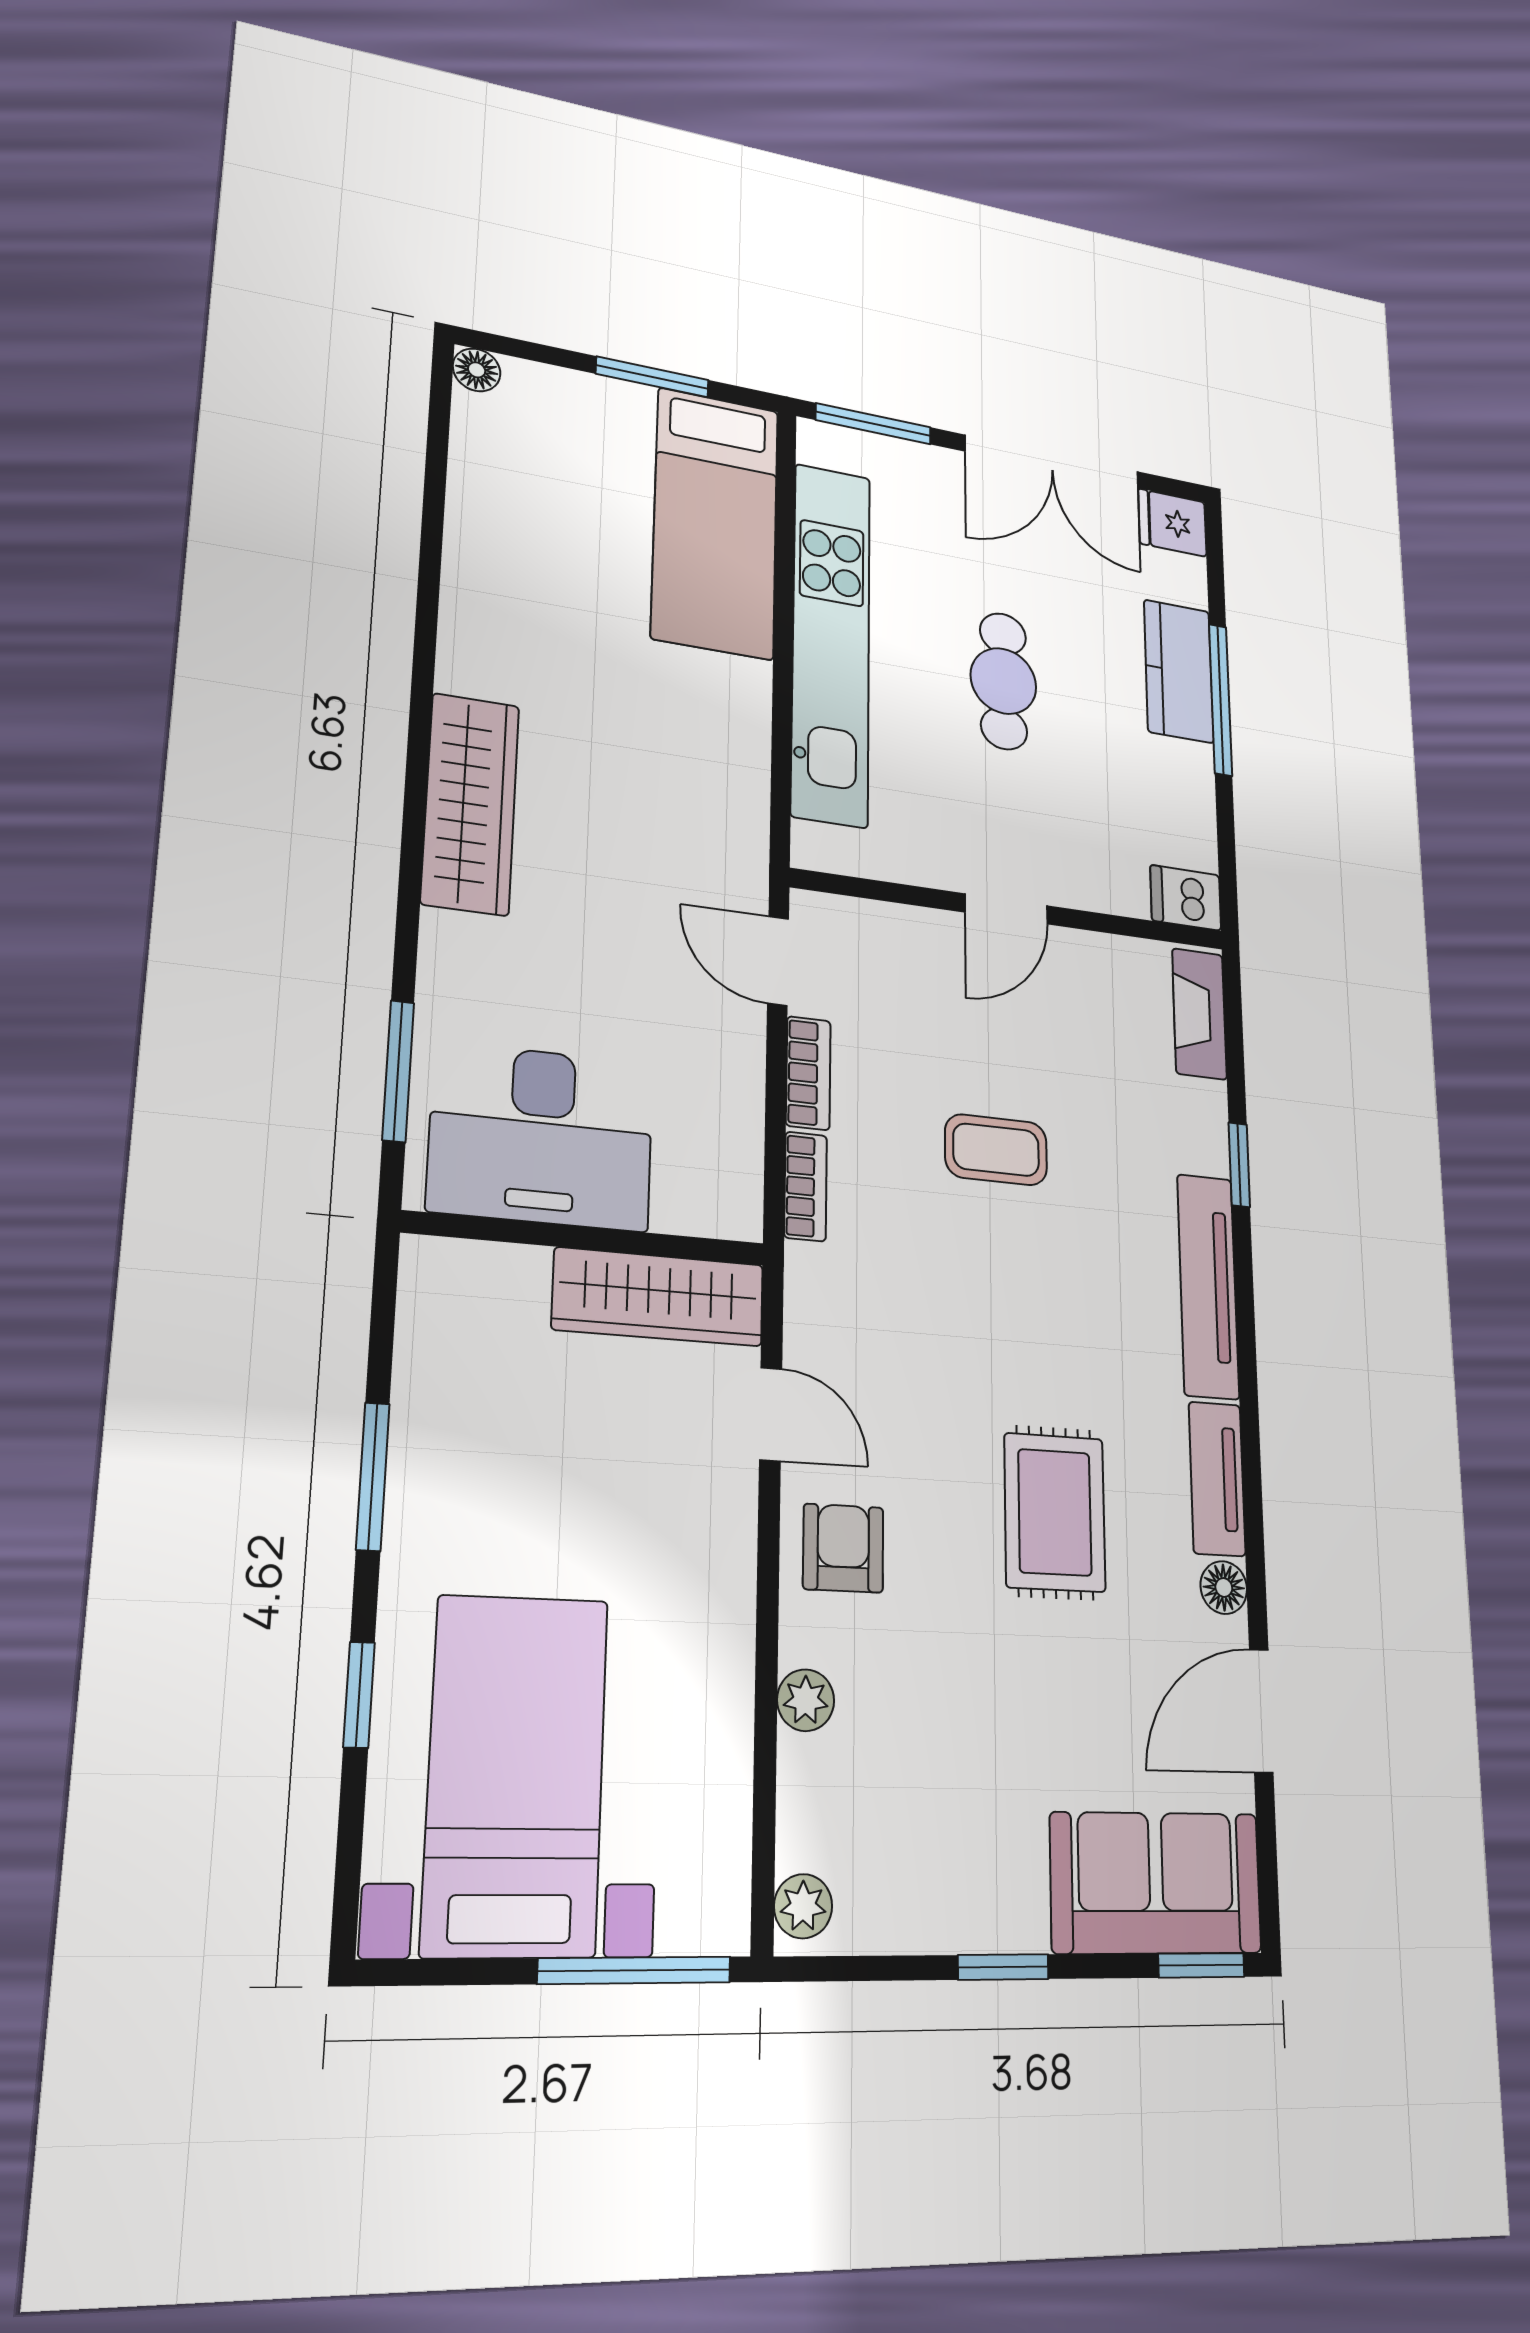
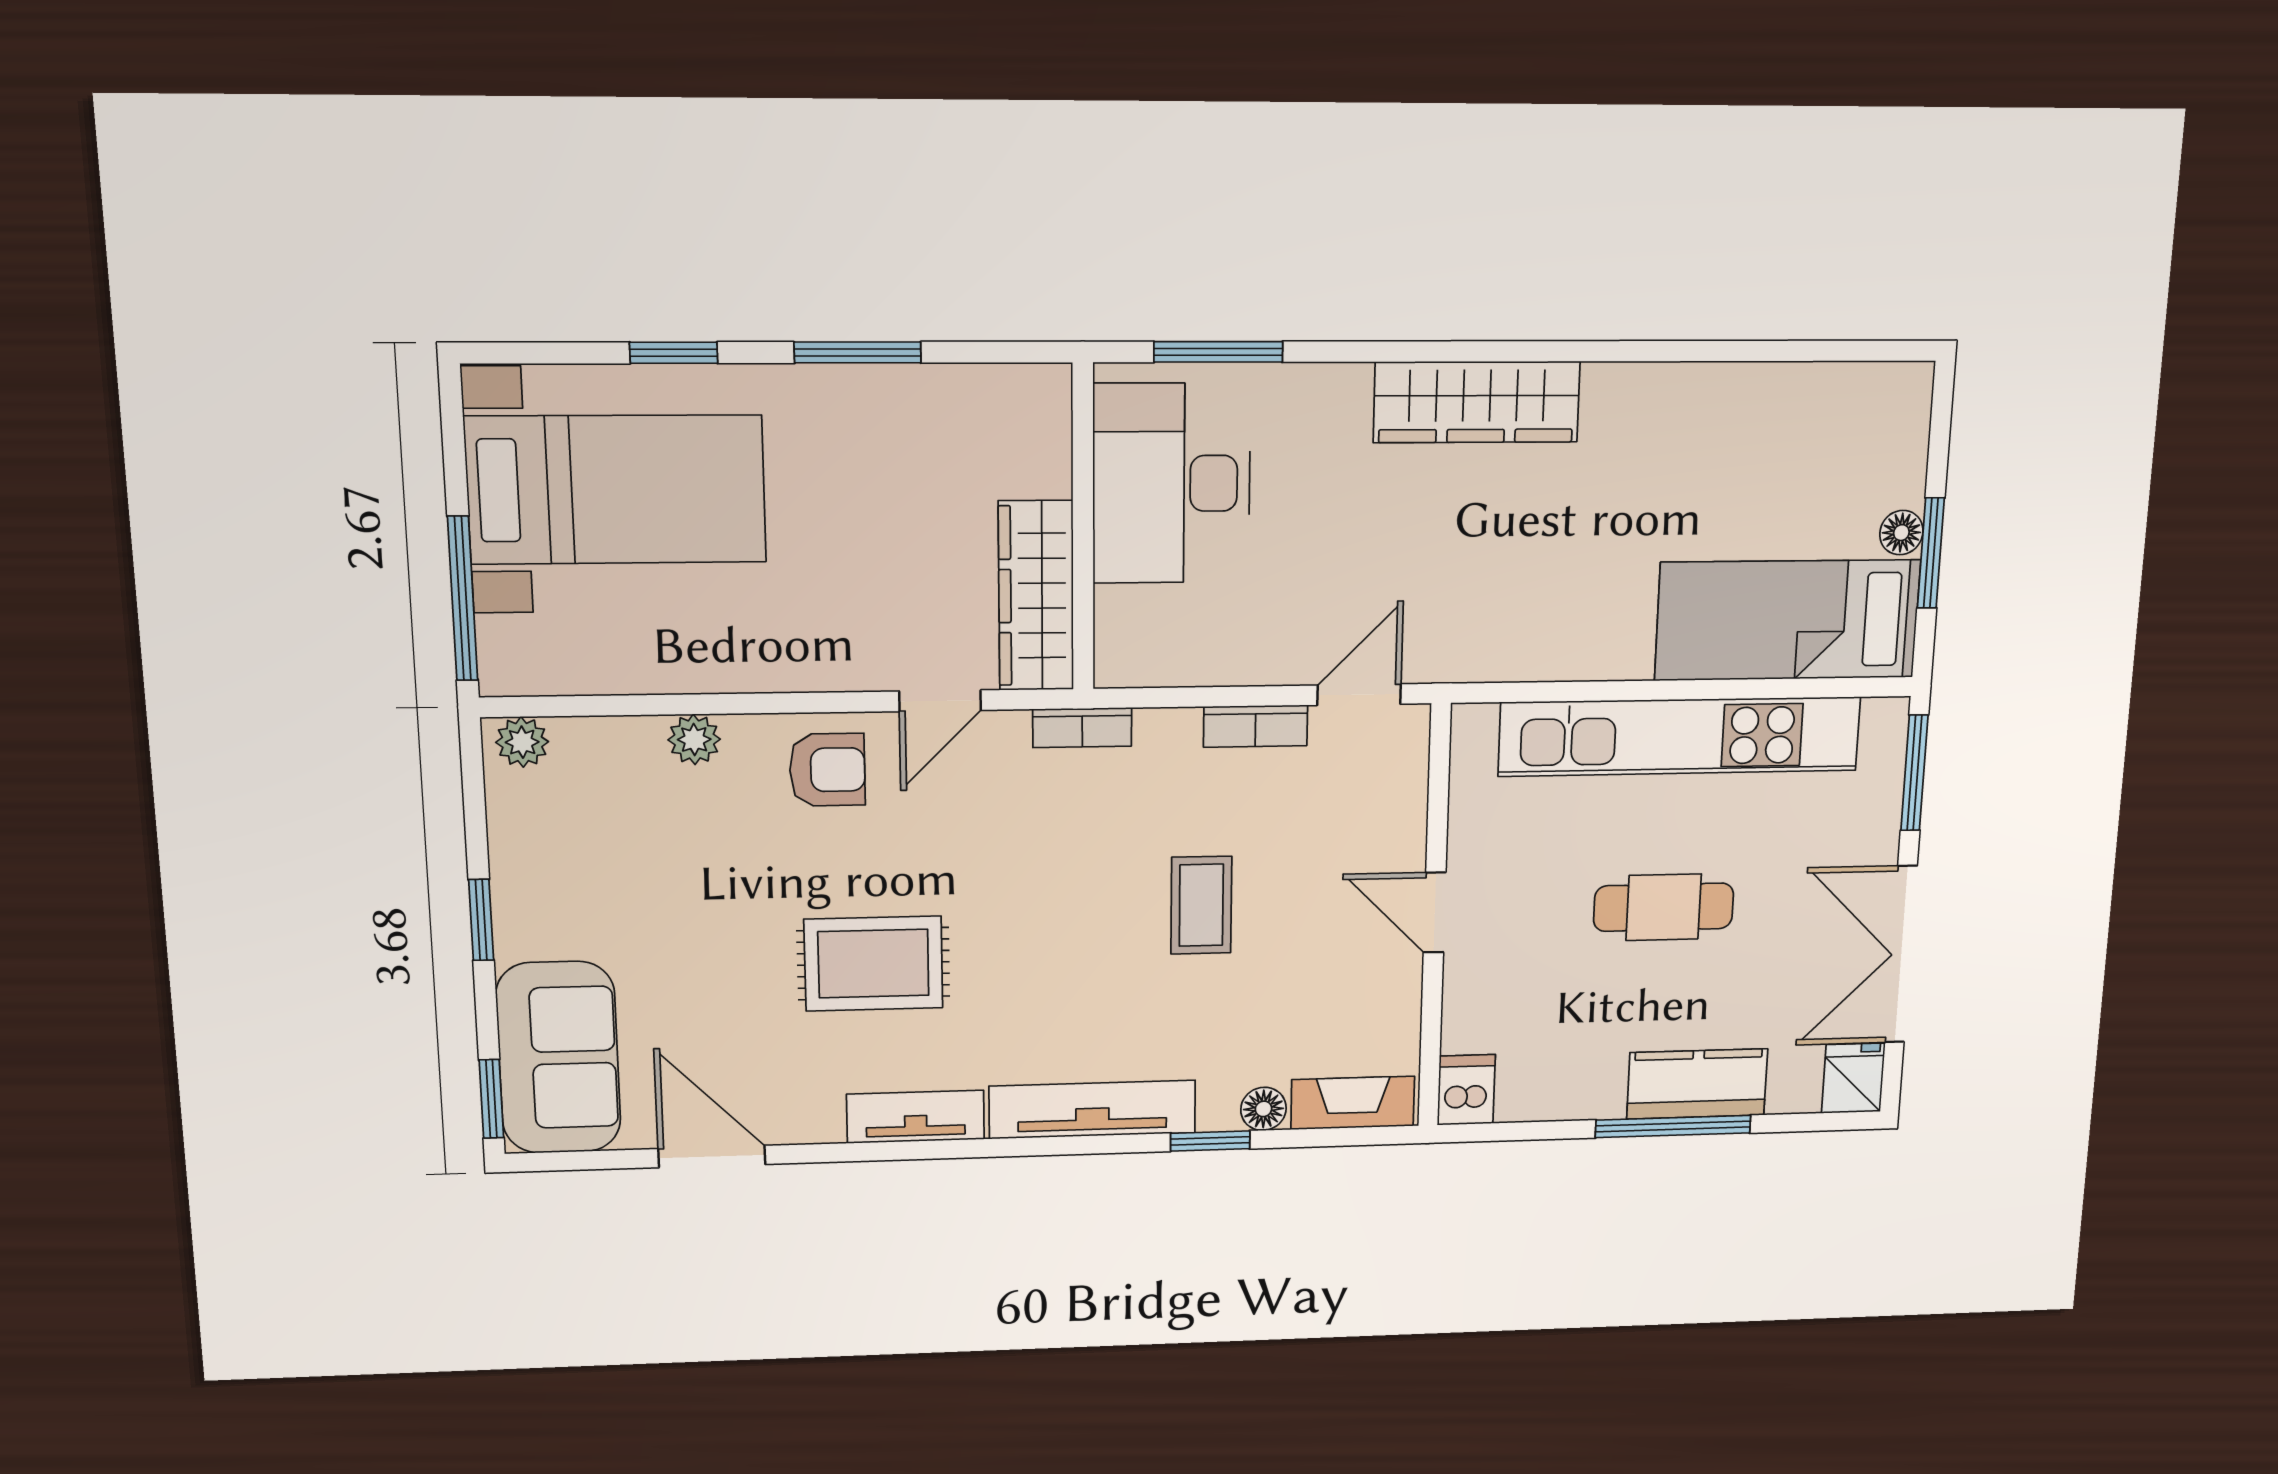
floor lamp: (477, 370) -> (1901, 533), moved
bookcase: (806, 1186) -> (1082, 728), moved
floor lamp: (1224, 1587) -> (1263, 1109), moved

